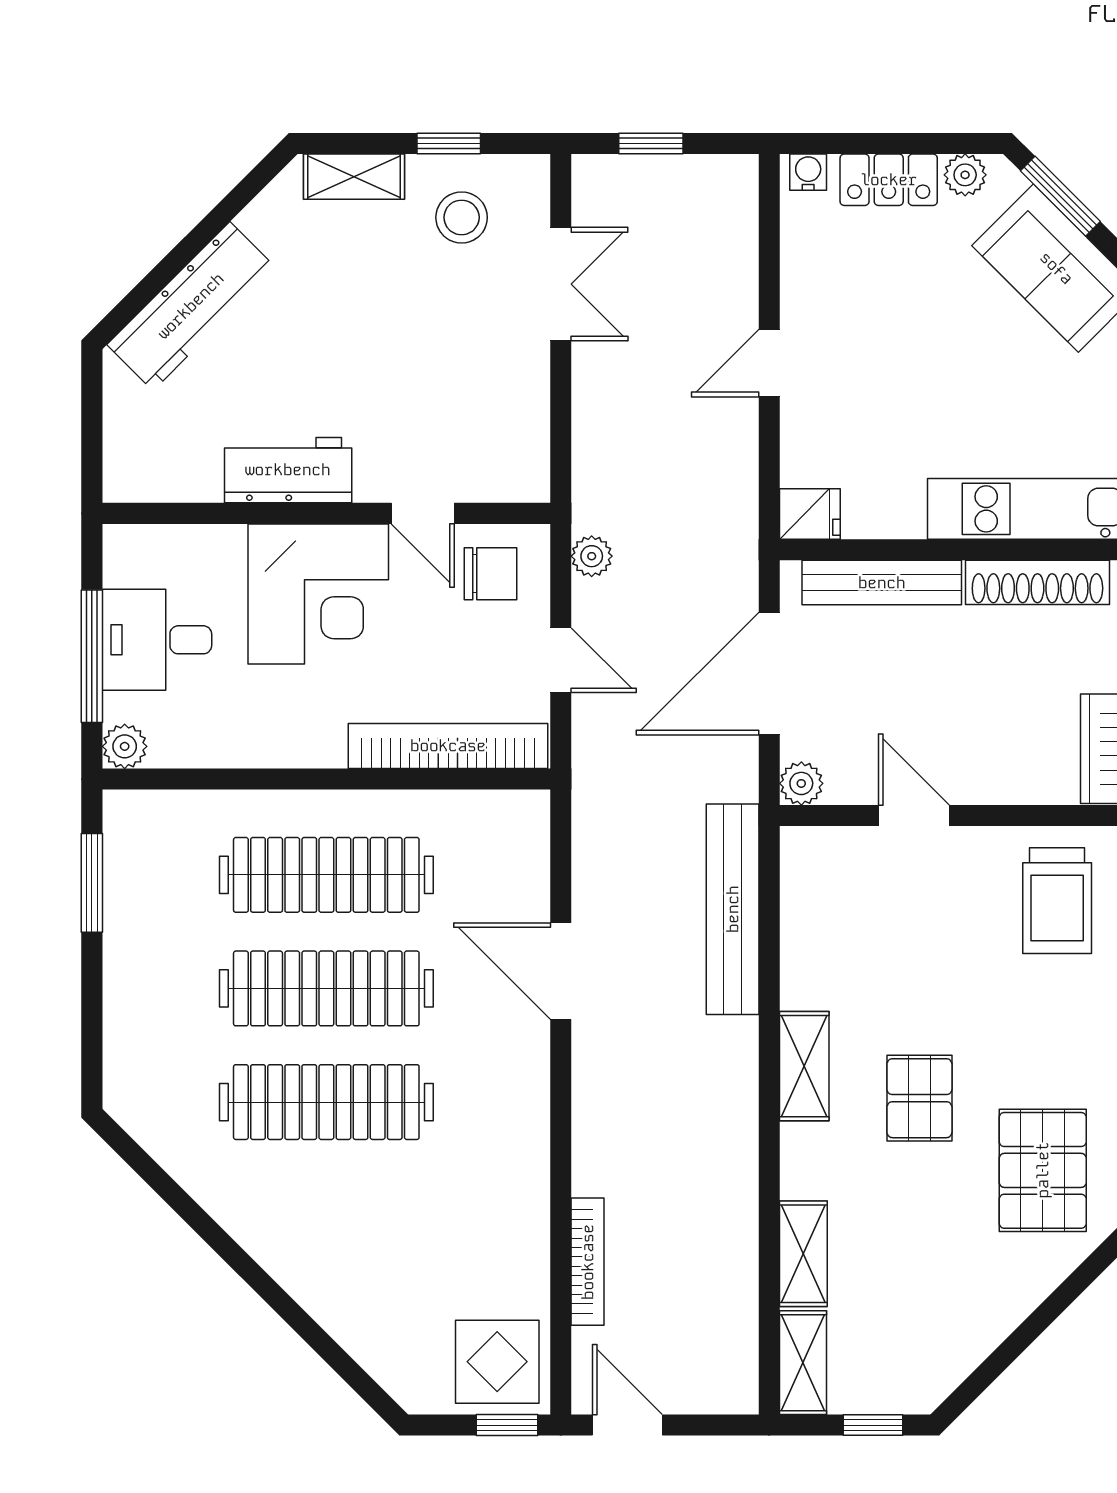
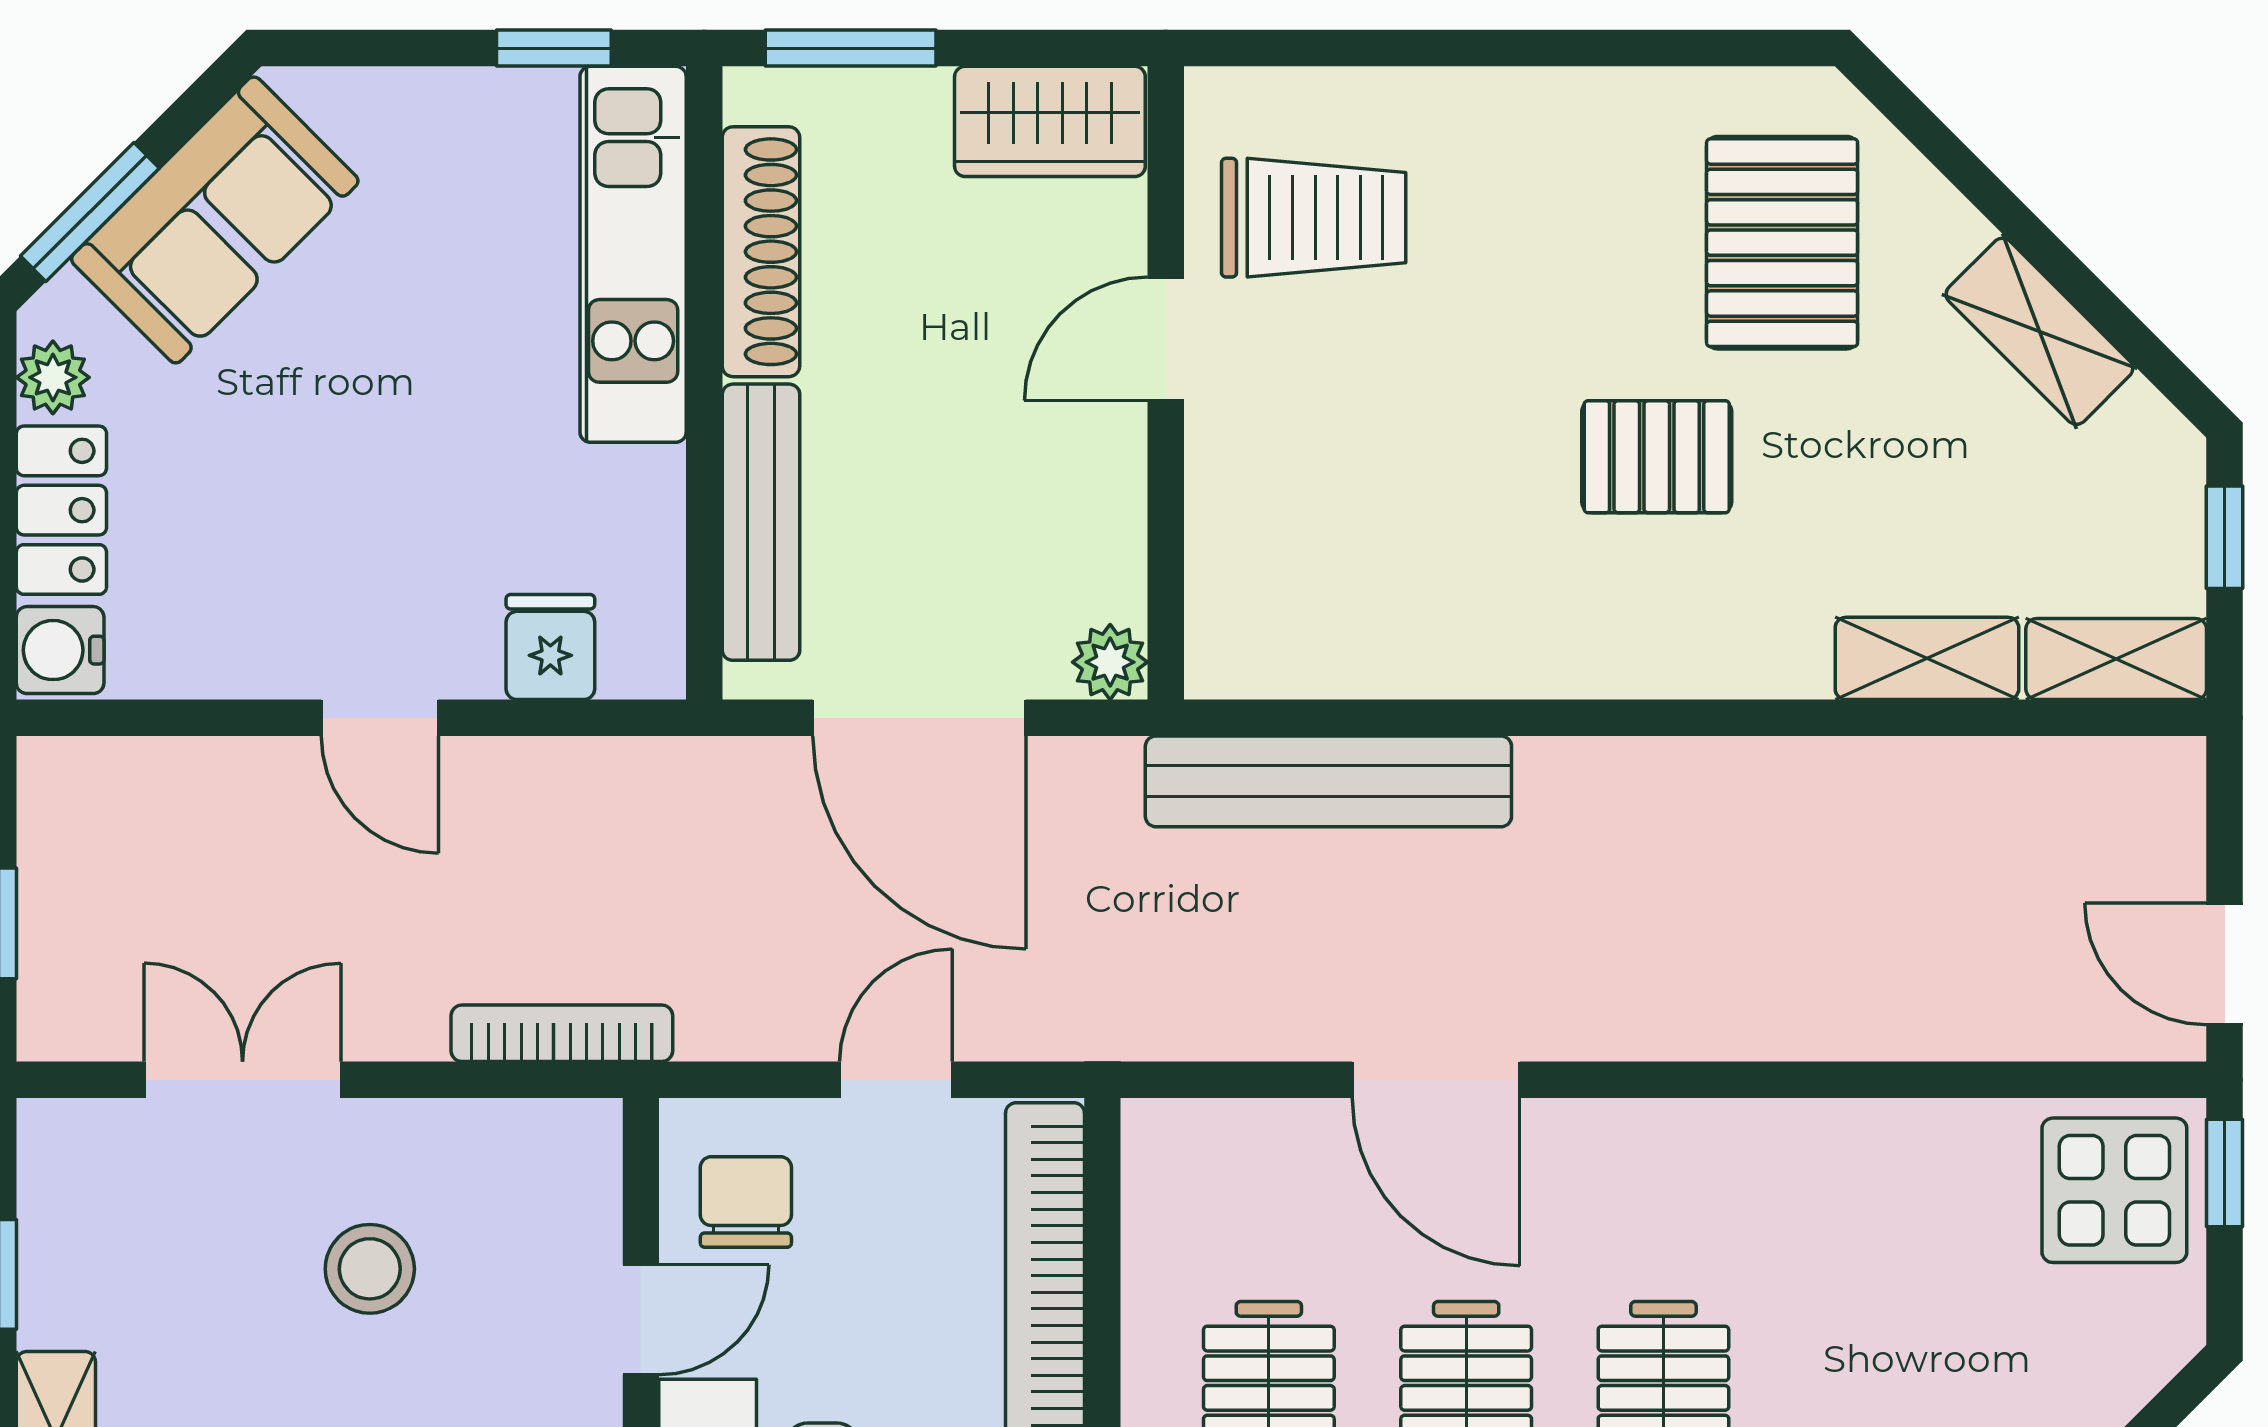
water cooler: (808, 172) -> (60, 650), width x1.38, depth x1.38
stool: (462, 217) -> (370, 1269), moved
fridge: (810, 514) -> (550, 647), moved
plant: (592, 556) -> (715, 1026), removed
door: (914, 816) -> (1166, 339), moved
door: (561, 971) -> (1436, 1080), hinge flipped
shelving: (804, 1066) -> (2039, 331), moved, turned 45
pallet: (1043, 1170) -> (1782, 243), turned 90
bookcase: (588, 1262) -> (562, 1033), moved
door: (627, 1425) -> (2225, 964), hinge flipped

